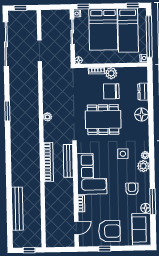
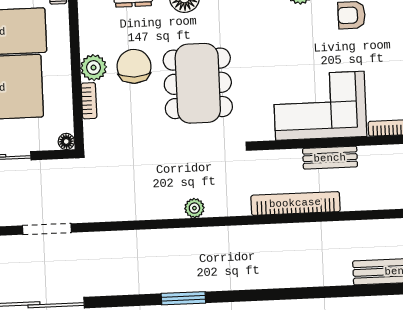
chair: (111, 91) -> (134, 66), turned 180
side table: (123, 154) -> (273, 37), removed
bench: (68, 161) -> (330, 158), moved, width x0.73

